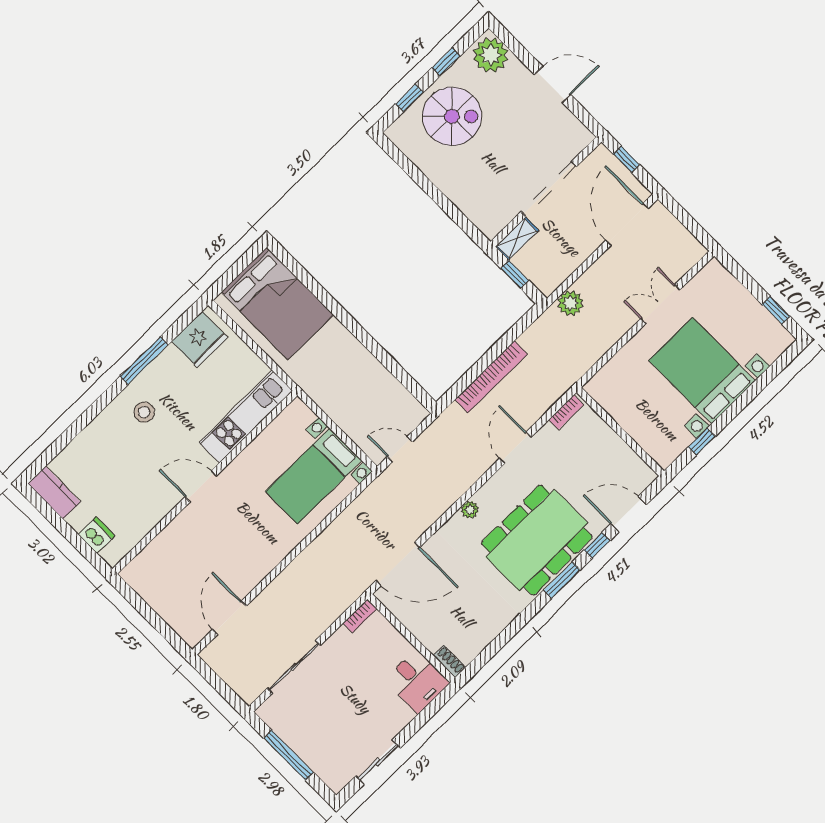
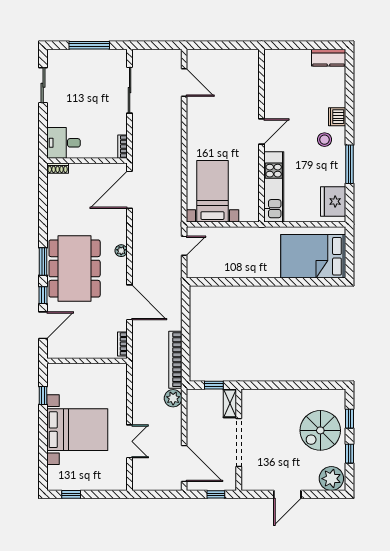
bookcase: (491, 377) -> (175, 360), moved
door: (515, 448) -> (130, 302), width x1.36
dishwasher: (96, 535) -> (337, 117), moved, turned 90

